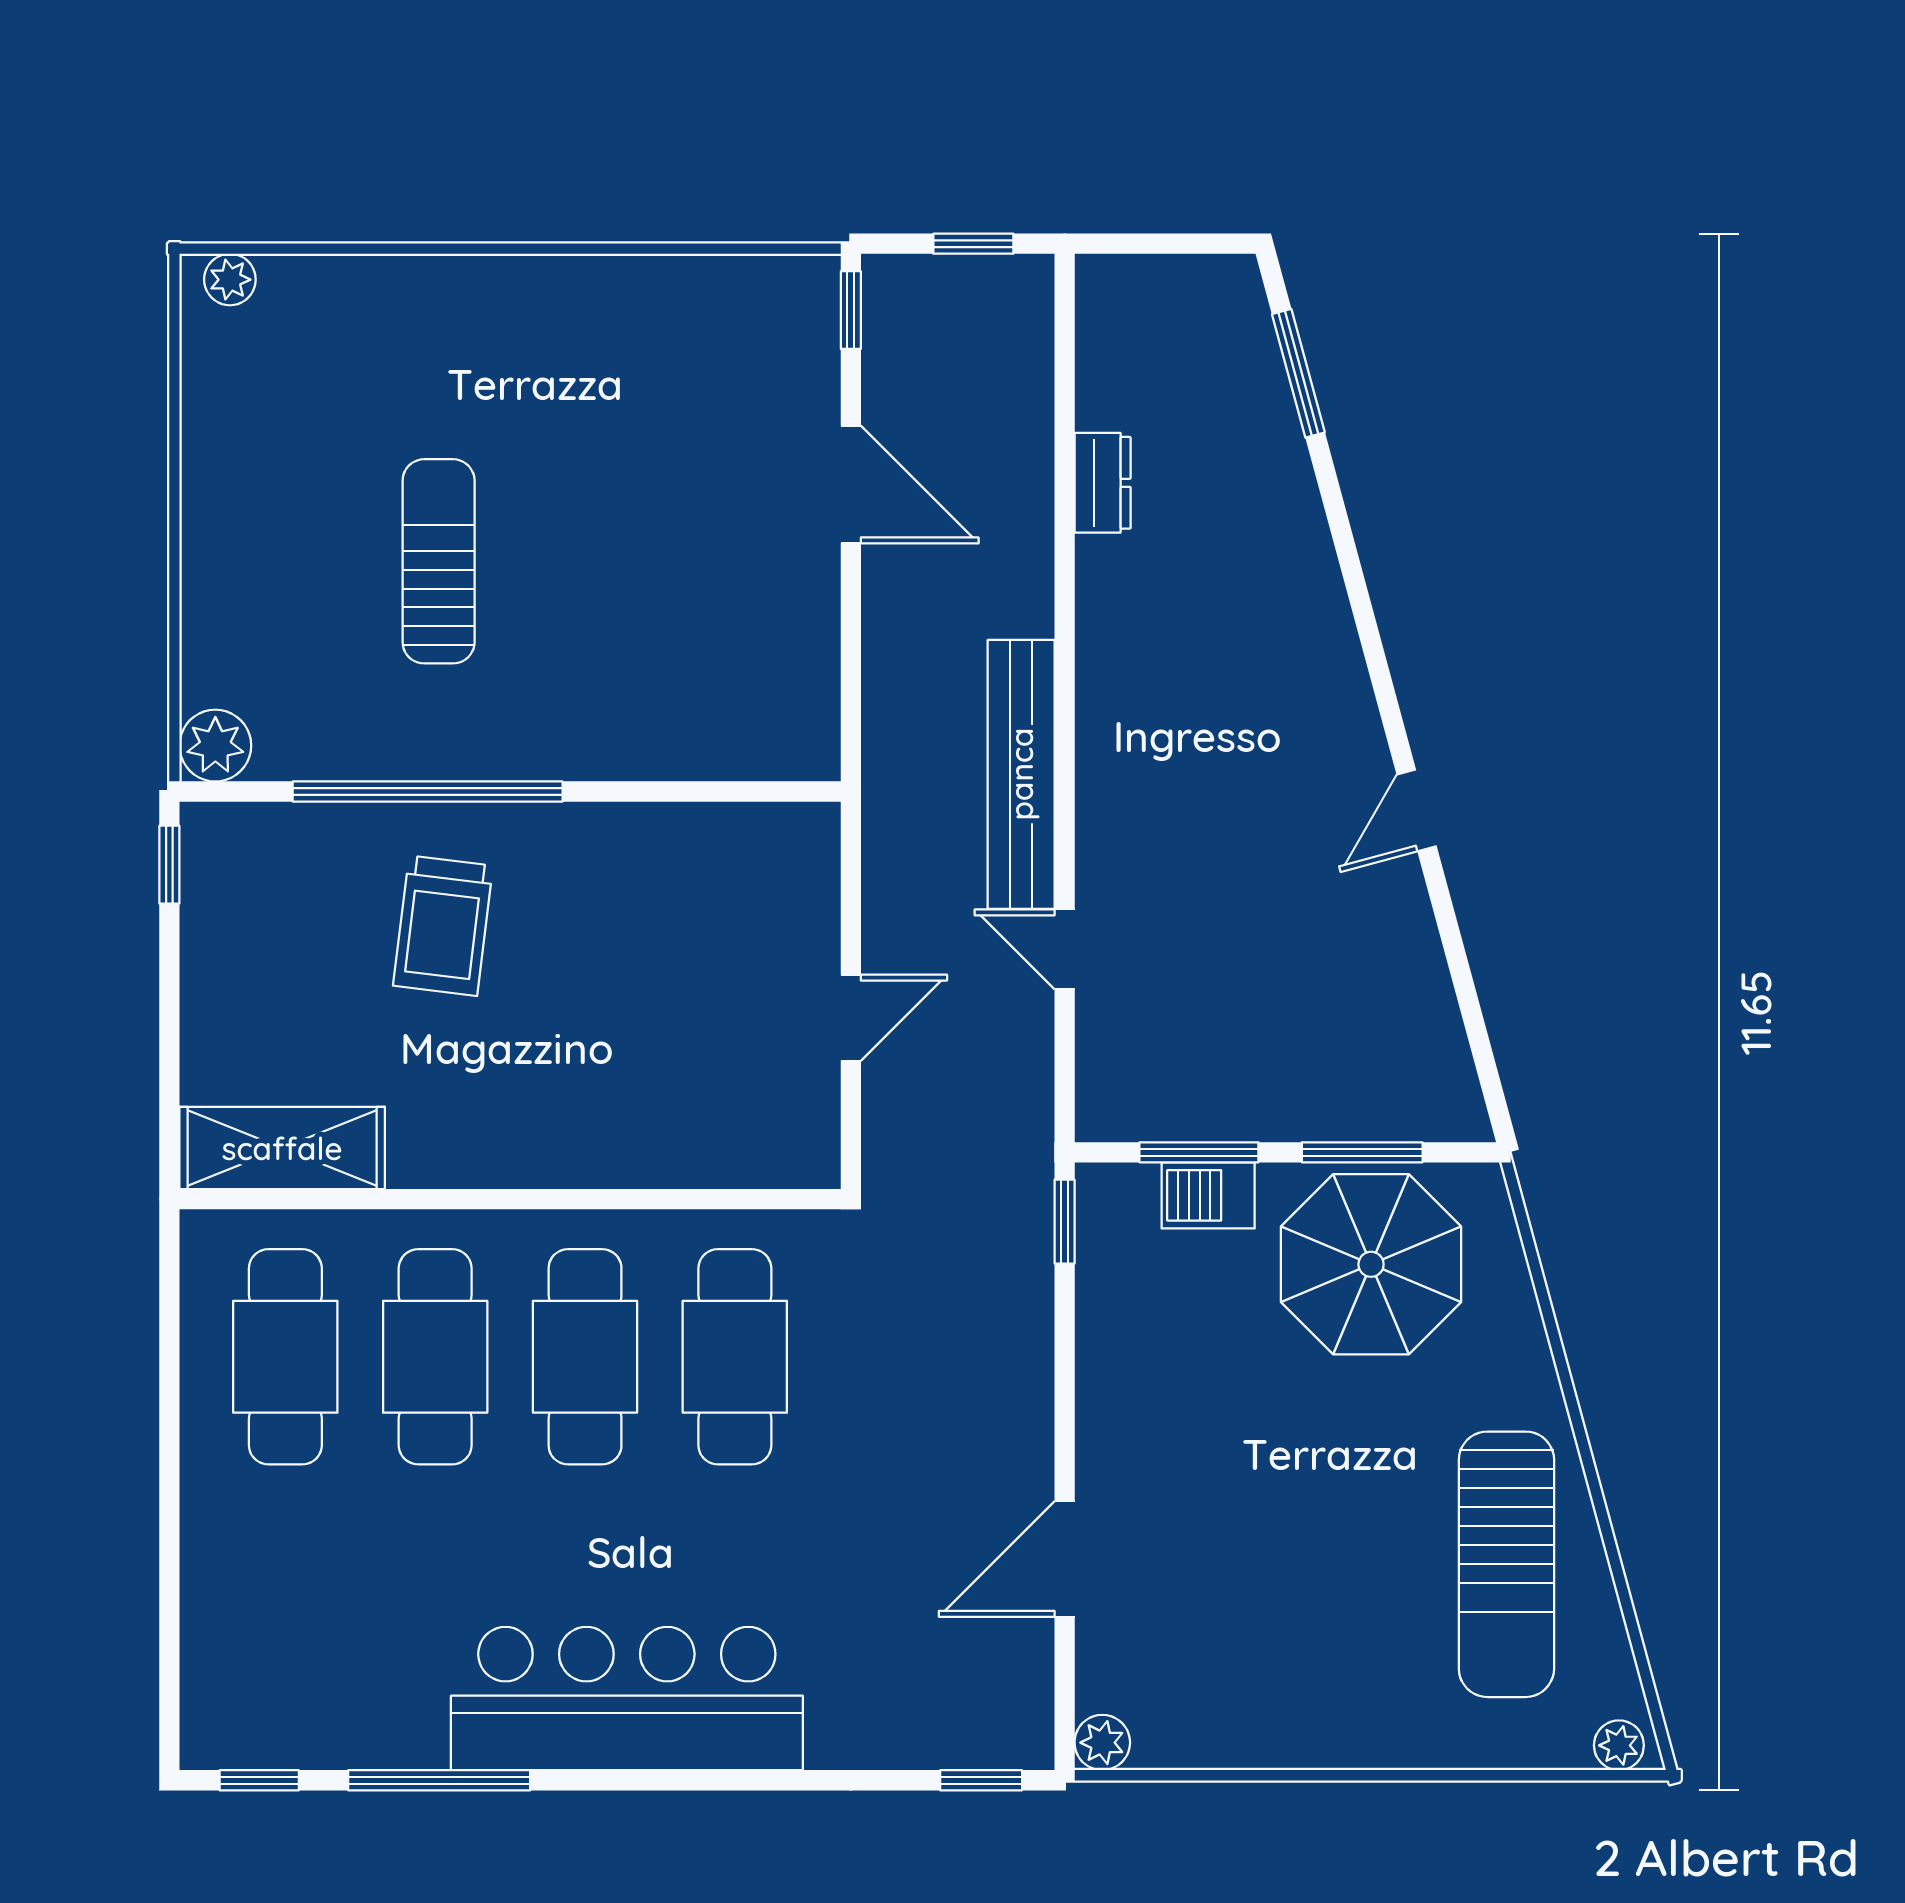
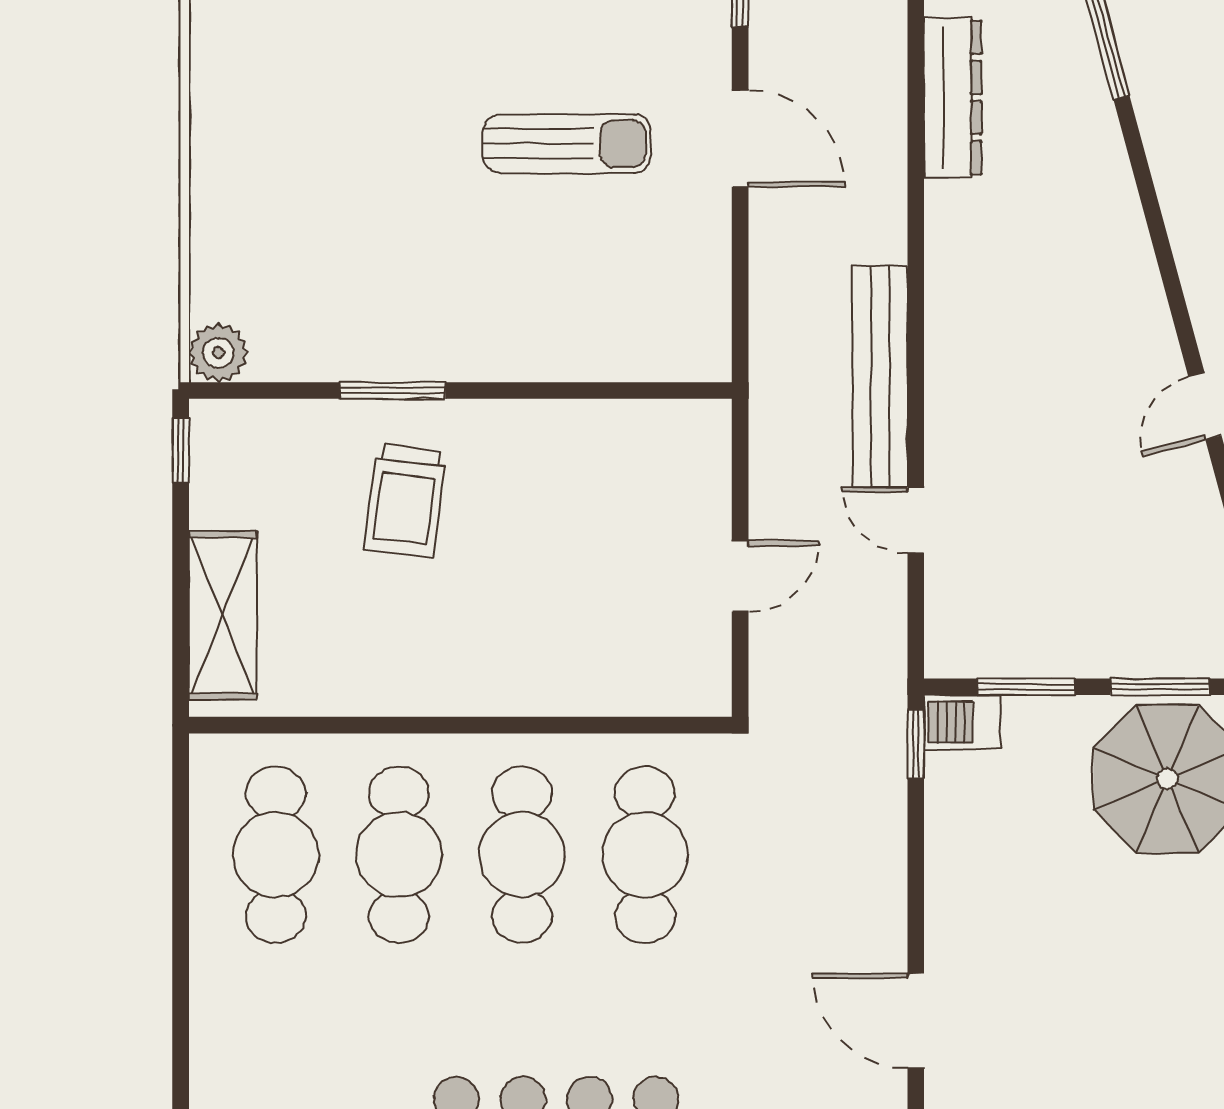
dresser: (1103, 483) -> (953, 98), width x1.96, depth x1.24
sun lounger: (439, 561) -> (567, 144), moved, turned 90
window: (428, 792) -> (393, 390), width x0.47
shelving: (282, 1148) -> (223, 615), moved, turned 90
barbecue: (1208, 1195) -> (962, 722), moved
door: (1065, 1559) -> (916, 1021), hinge flipped

